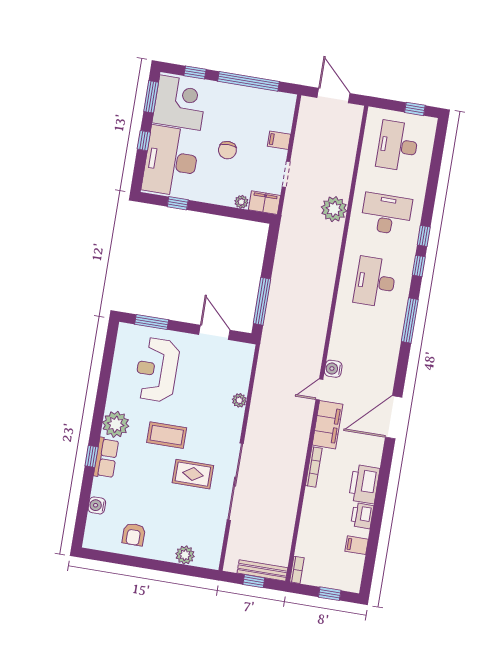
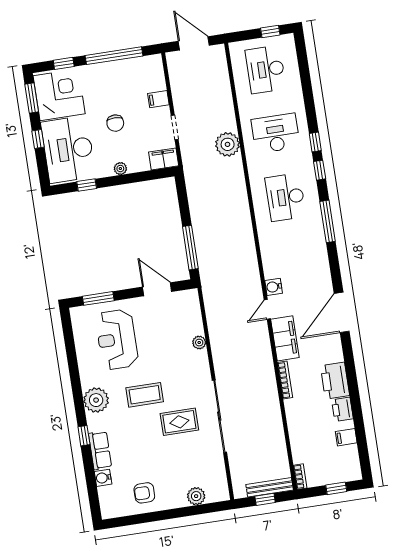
plant: (241, 202) -> (120, 169), moved
row of seats: (106, 458) -> (100, 450), moved
armchair: (134, 534) -> (144, 493), turned 90

